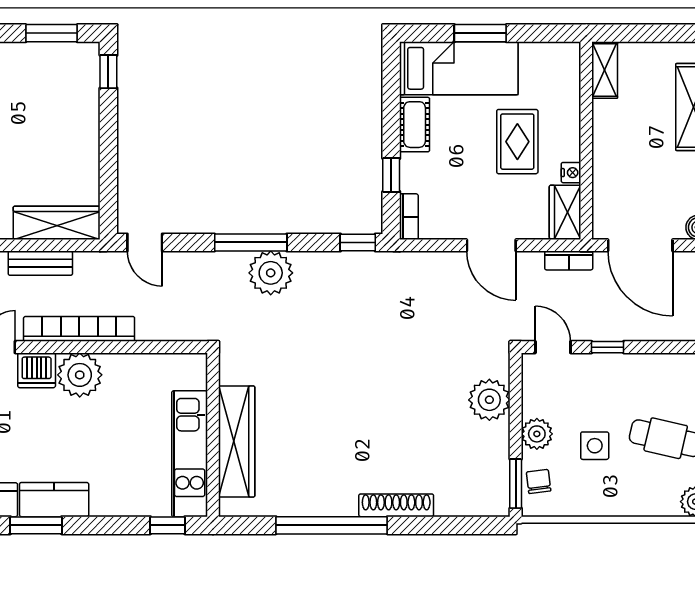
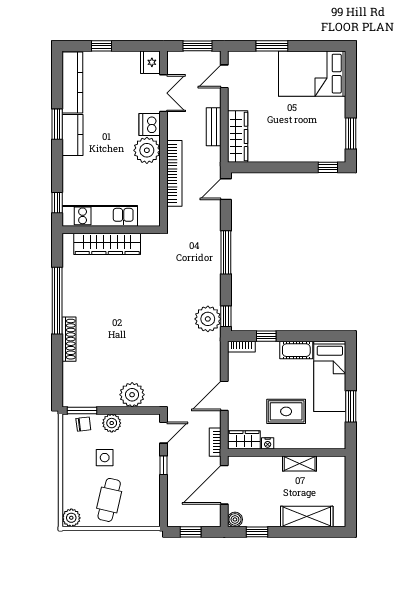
window: (480, 33) -> (351, 406), moved
shelving: (605, 70) -> (300, 464), moved
plant: (271, 273) -> (208, 319), moved
bookcase: (79, 329) -> (174, 173), moved

